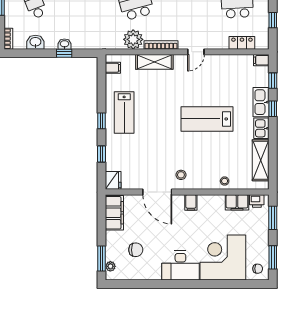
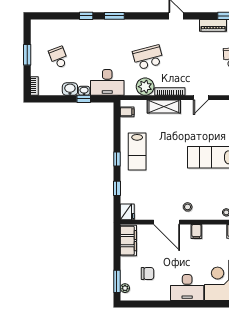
desk: (91, 35) -> (107, 82), added
washbasin: (35, 42) -> (70, 89), moved

